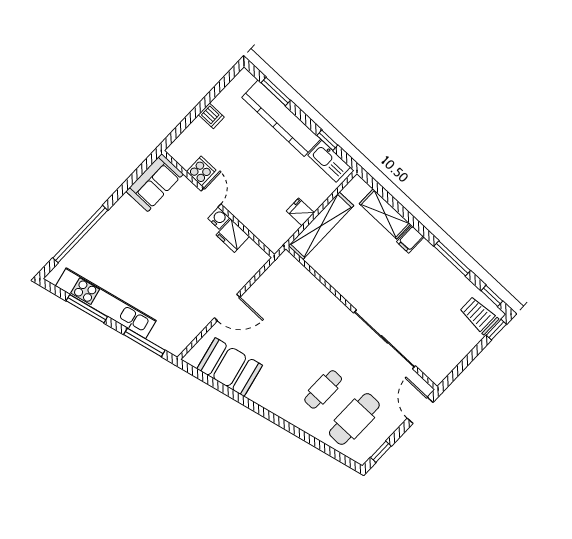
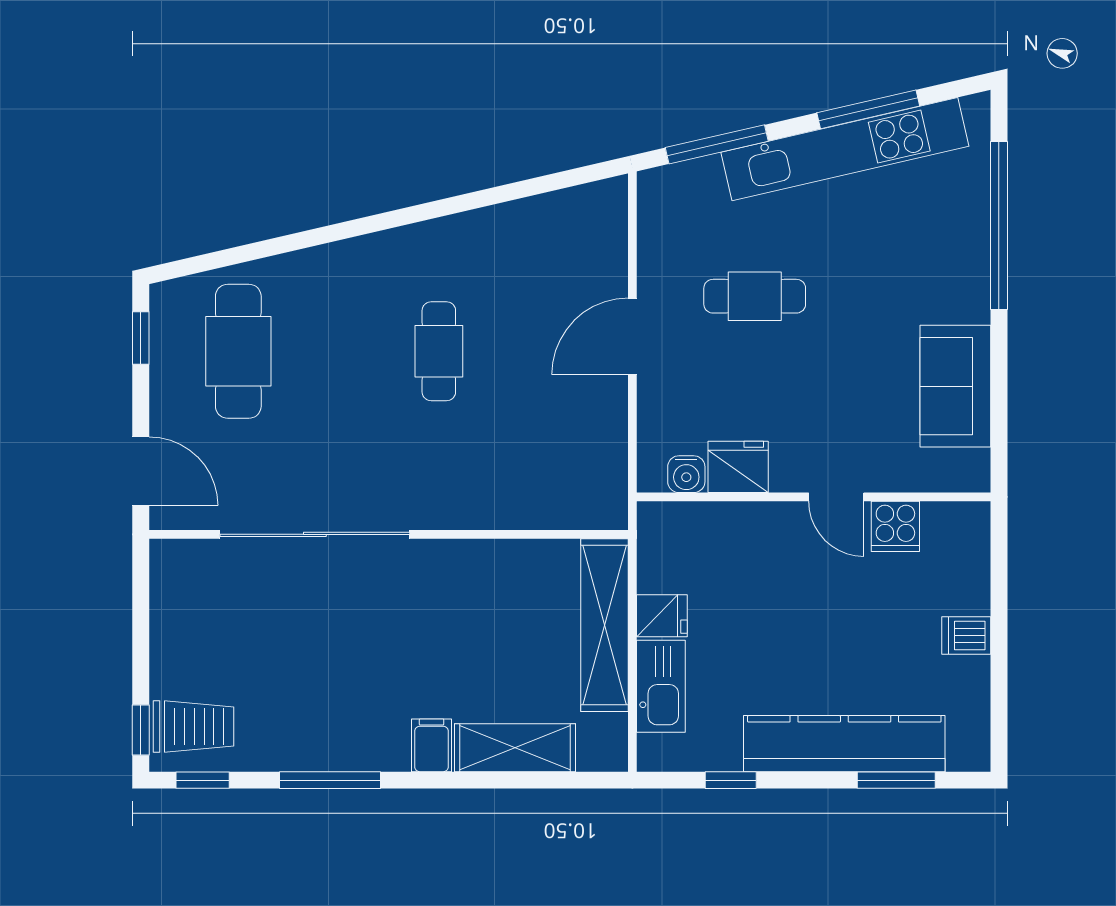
kitchen sink: (329, 161) -> (661, 686), moved, turned 90
sofa: (155, 183) -> (955, 386), moved
water cooler: (219, 218) -> (686, 474), moved
cafe table: (177, 284) -> (755, 296), added
booth: (230, 367) -> (533, 239), removed
cafe table: (323, 389) -> (439, 351), moved

